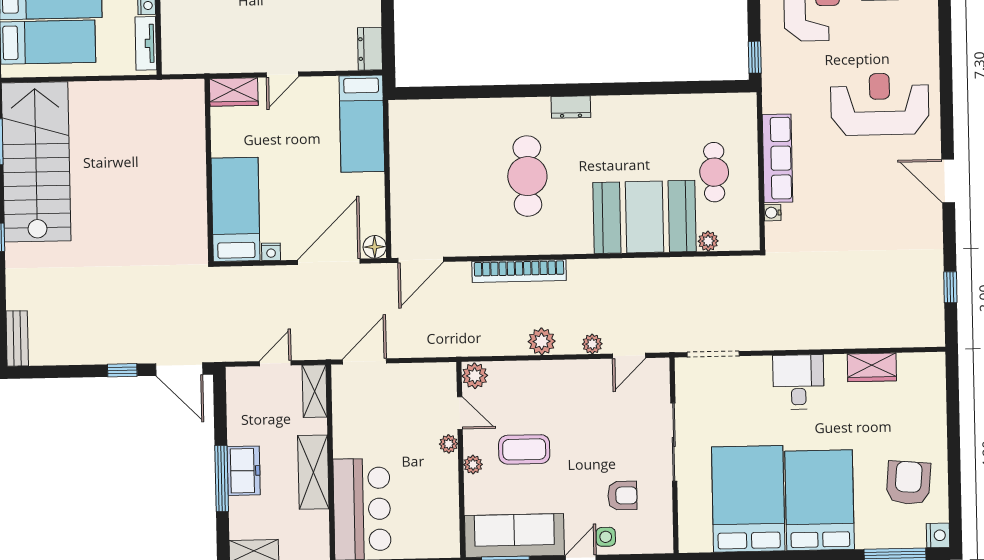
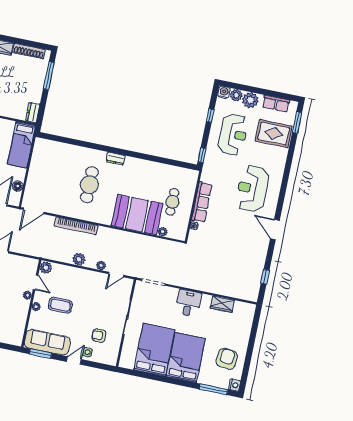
reception desk: (880, 104) -> (252, 189), turned -90
floor lamp: (375, 247) -> (18, 186), moved
armchair: (622, 496) -> (99, 336), turned 180

